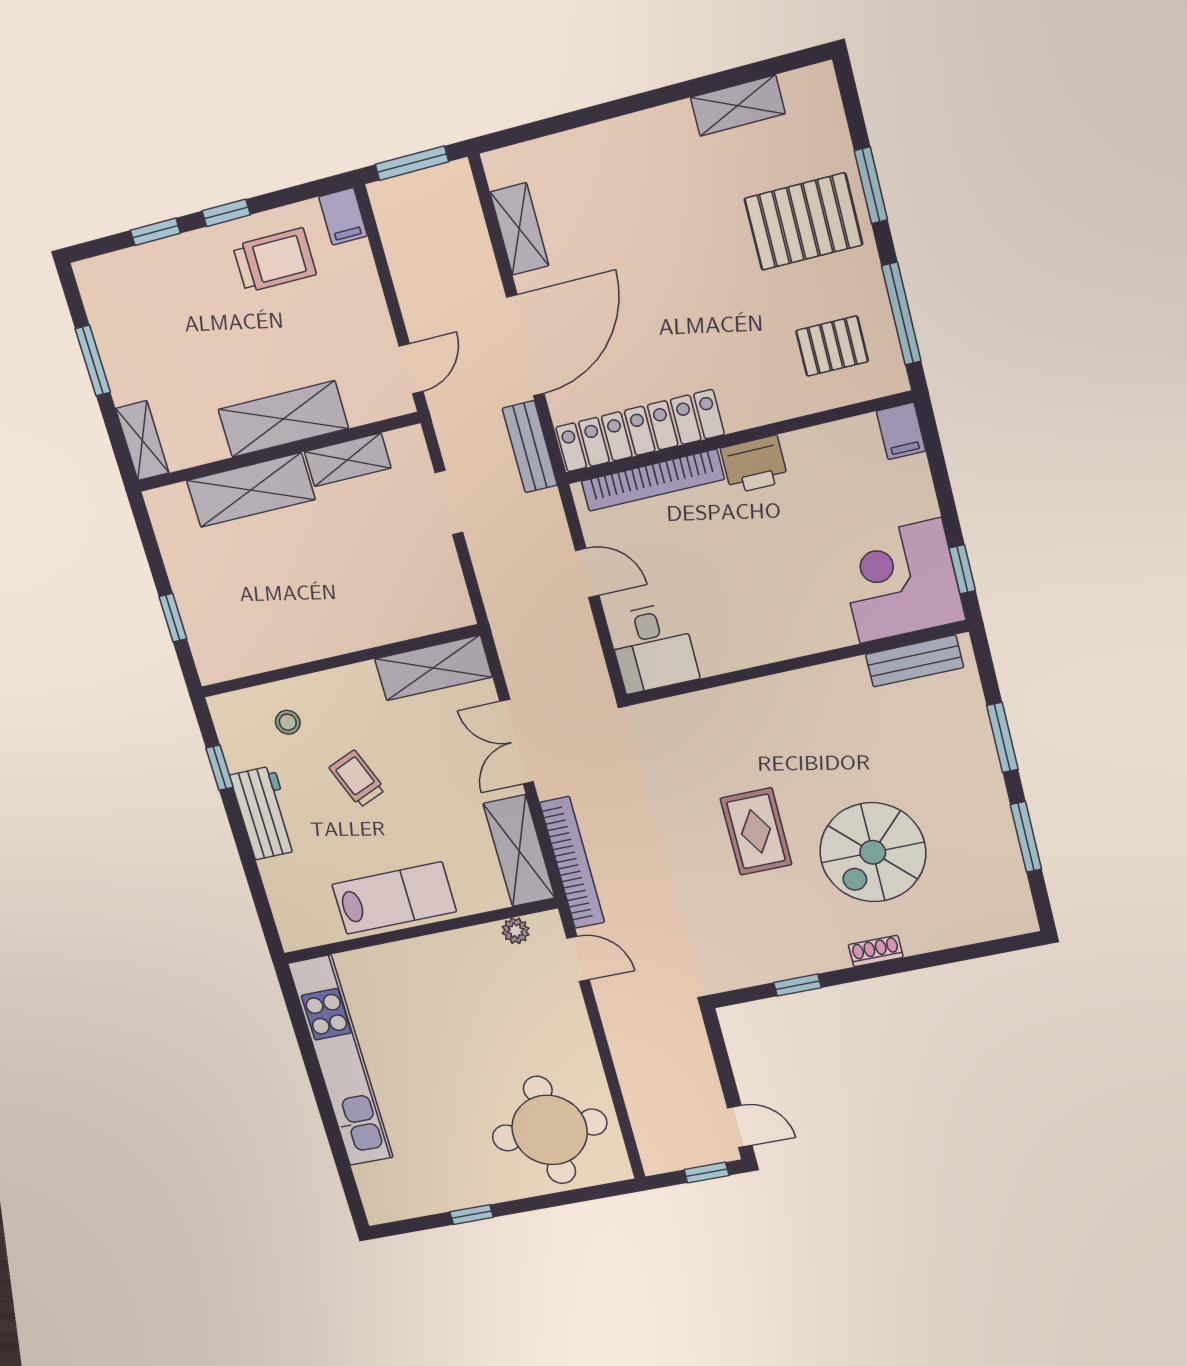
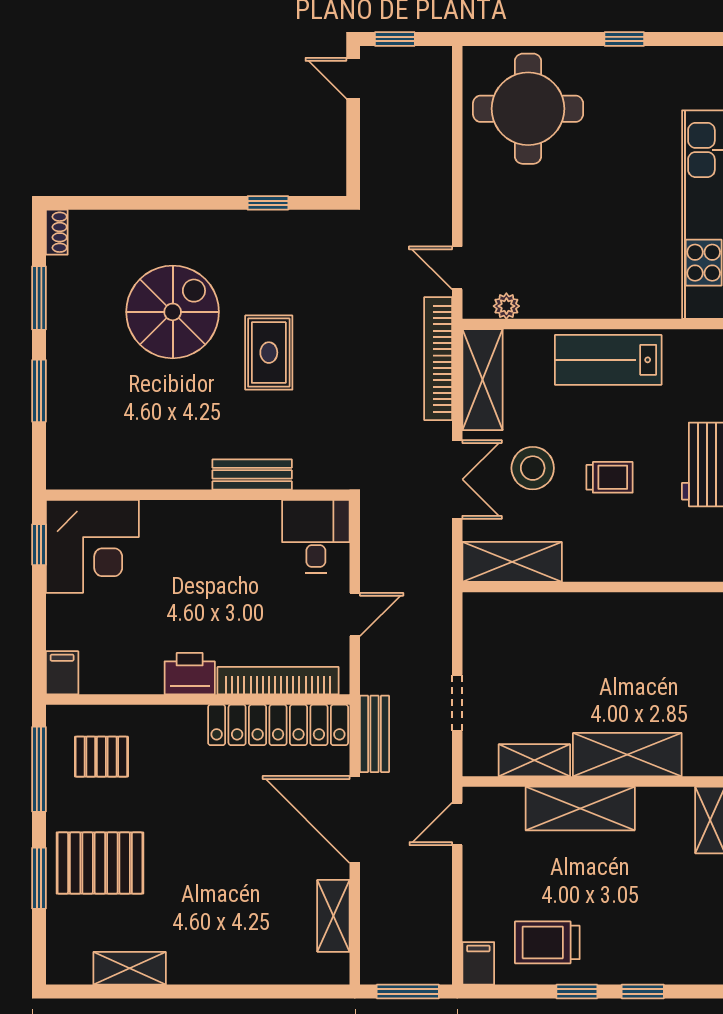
door: (525, 345) -> (355, 820), hinge flipped
door: (587, 573) -> (355, 614), swing flipped
bench: (914, 661) -> (252, 474), moved
stool: (288, 722) -> (533, 468), moved, width x1.89, depth x1.89
trolley: (357, 779) -> (610, 477), turned -68
shoe rack: (876, 951) -> (57, 232), moved, turned -90

